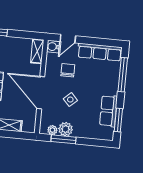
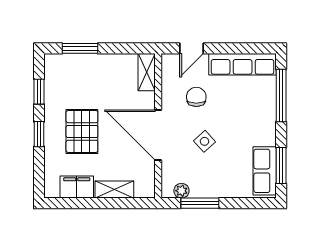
water cooler: (53, 47) -> (170, 63), removed
row of seats: (108, 111) -> (265, 171), moved
plant: (66, 129) -> (202, 187), removed

